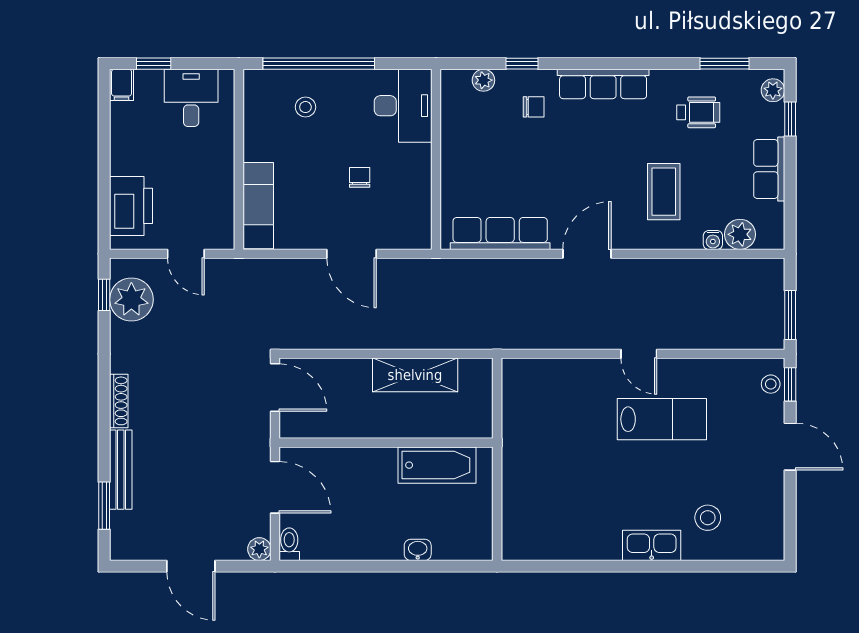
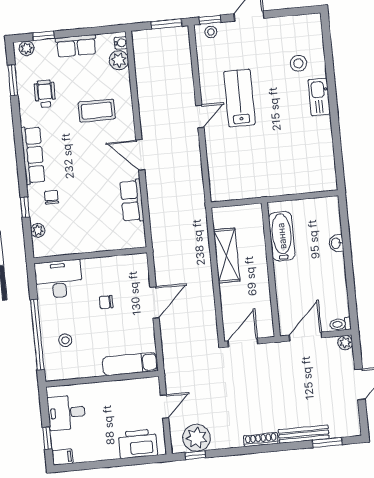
row of seats: (500, 234) -> (132, 201), width x0.68
water cooler: (713, 240) -> (121, 43), moved

